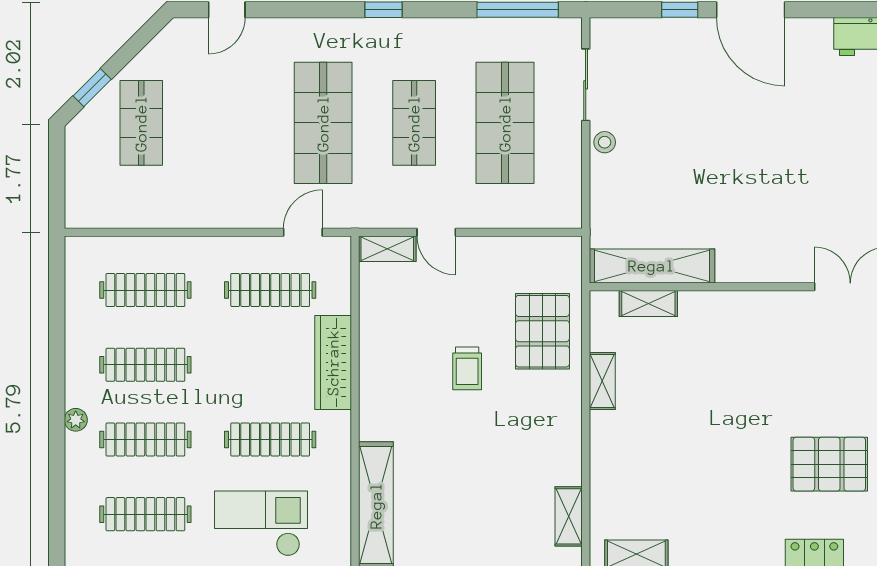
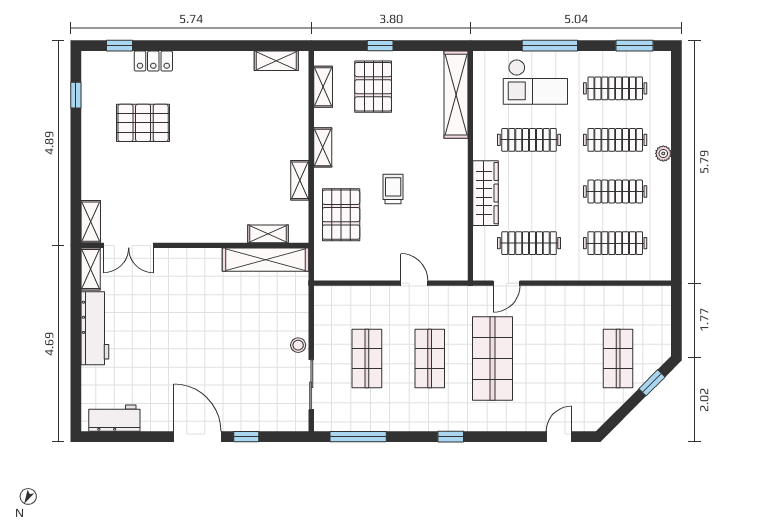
shop shelf: (505, 123) -> (367, 358), width x0.70, depth x0.74
shelving: (387, 249) -> (323, 147), moved, turned 90
pallet: (496, 516) -> (373, 87), added

